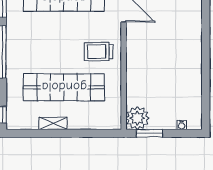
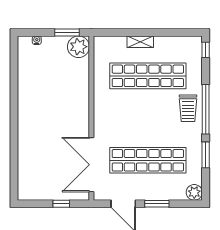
trolley: (99, 52) -> (188, 108), moved, turned 90
shelving: (53, 123) -> (140, 42), moved

